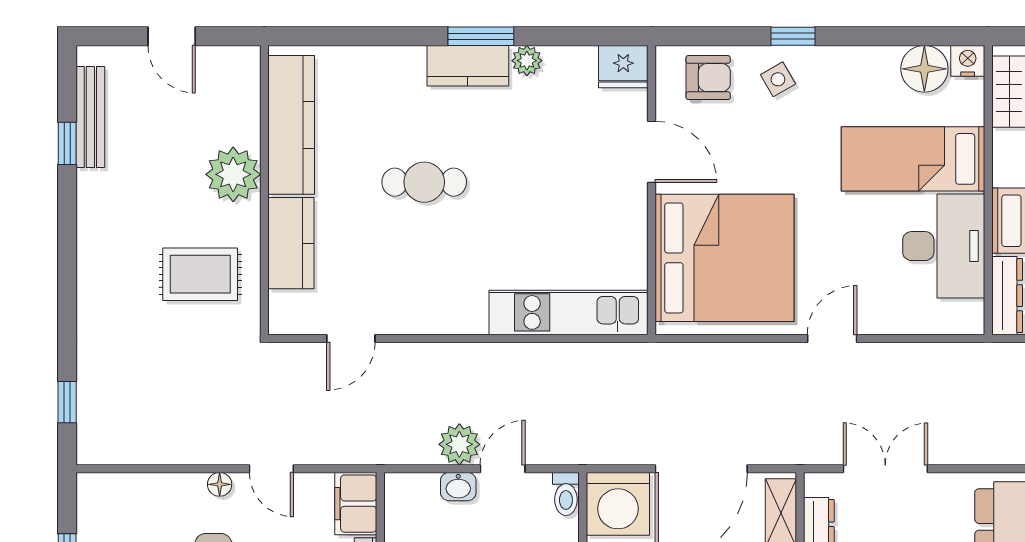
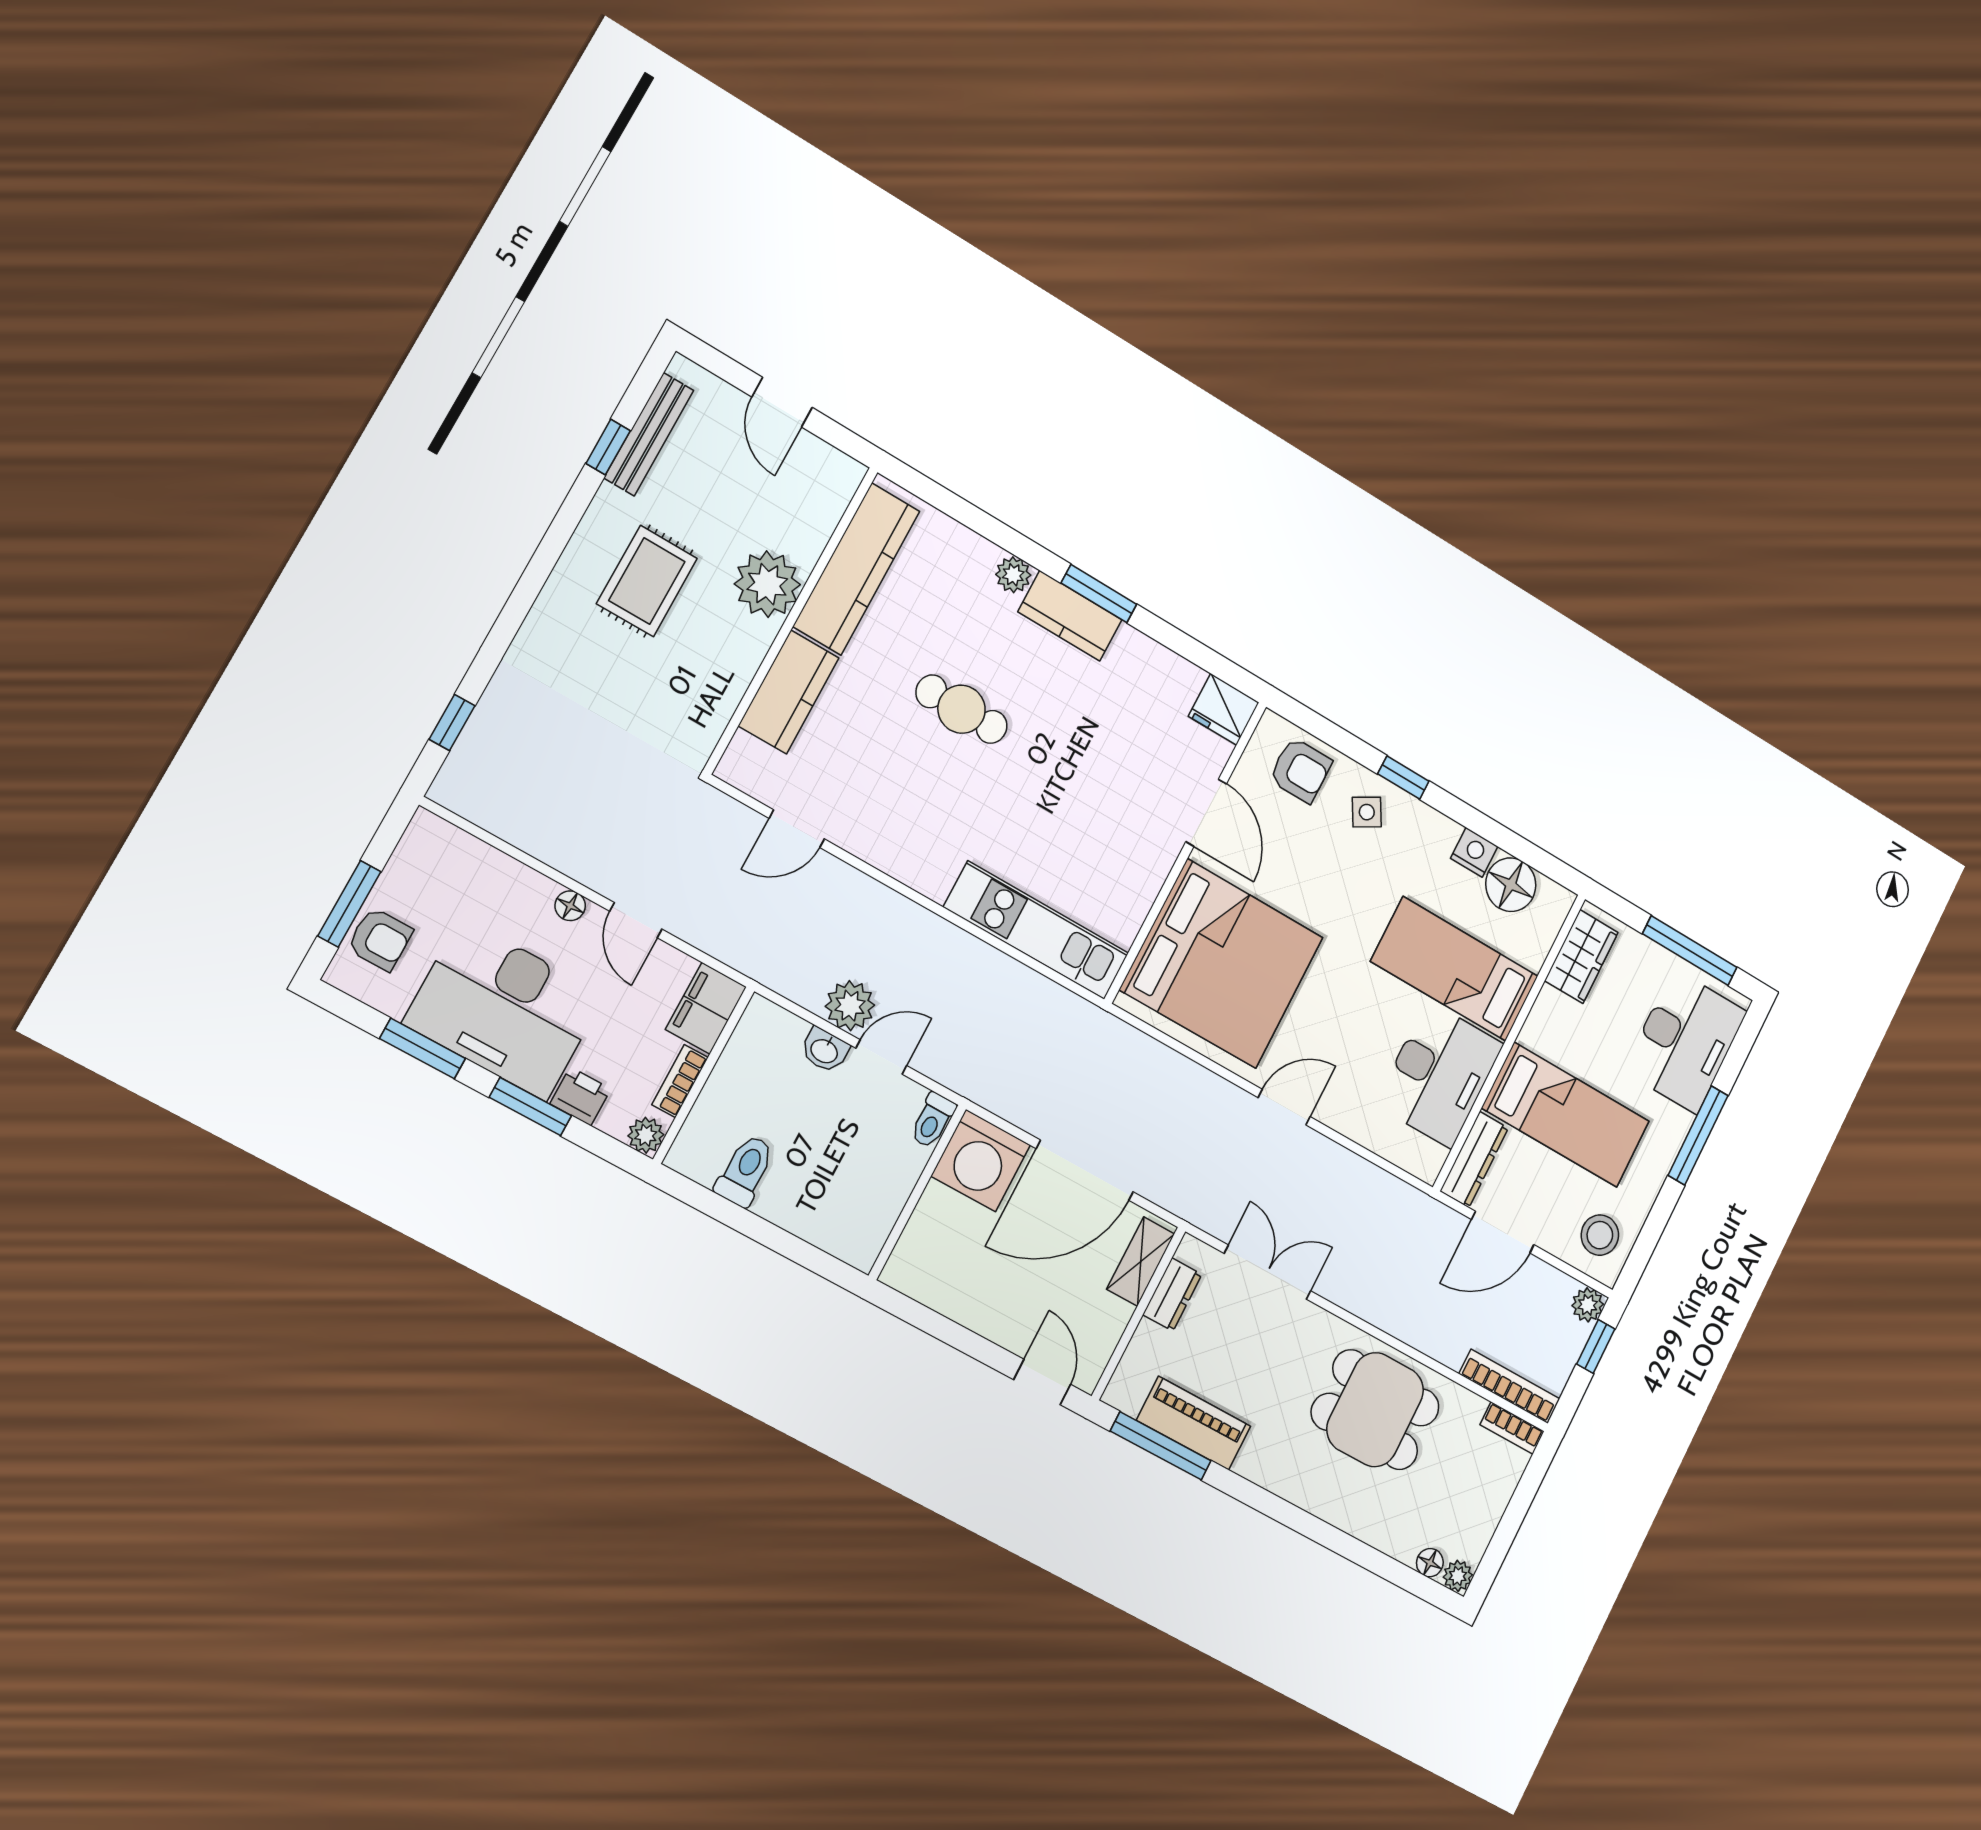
plant: (527, 61) -> (1013, 575), moved
nightstand: (968, 61) -> (1474, 852), moved
rug: (200, 274) -> (647, 581), moved, turned 90

